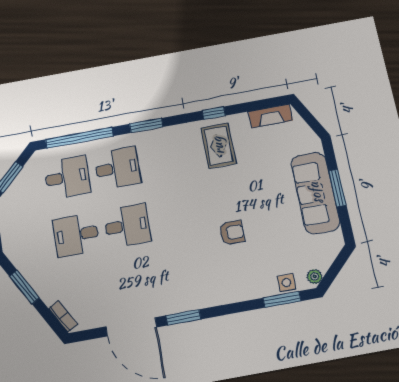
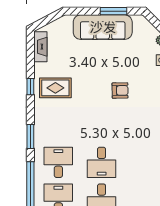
window: (337, 188) -> (114, 11), moved
desk: (127, 226) -> (102, 162), turned 180
armchair: (232, 233) -> (120, 90), turned 89

